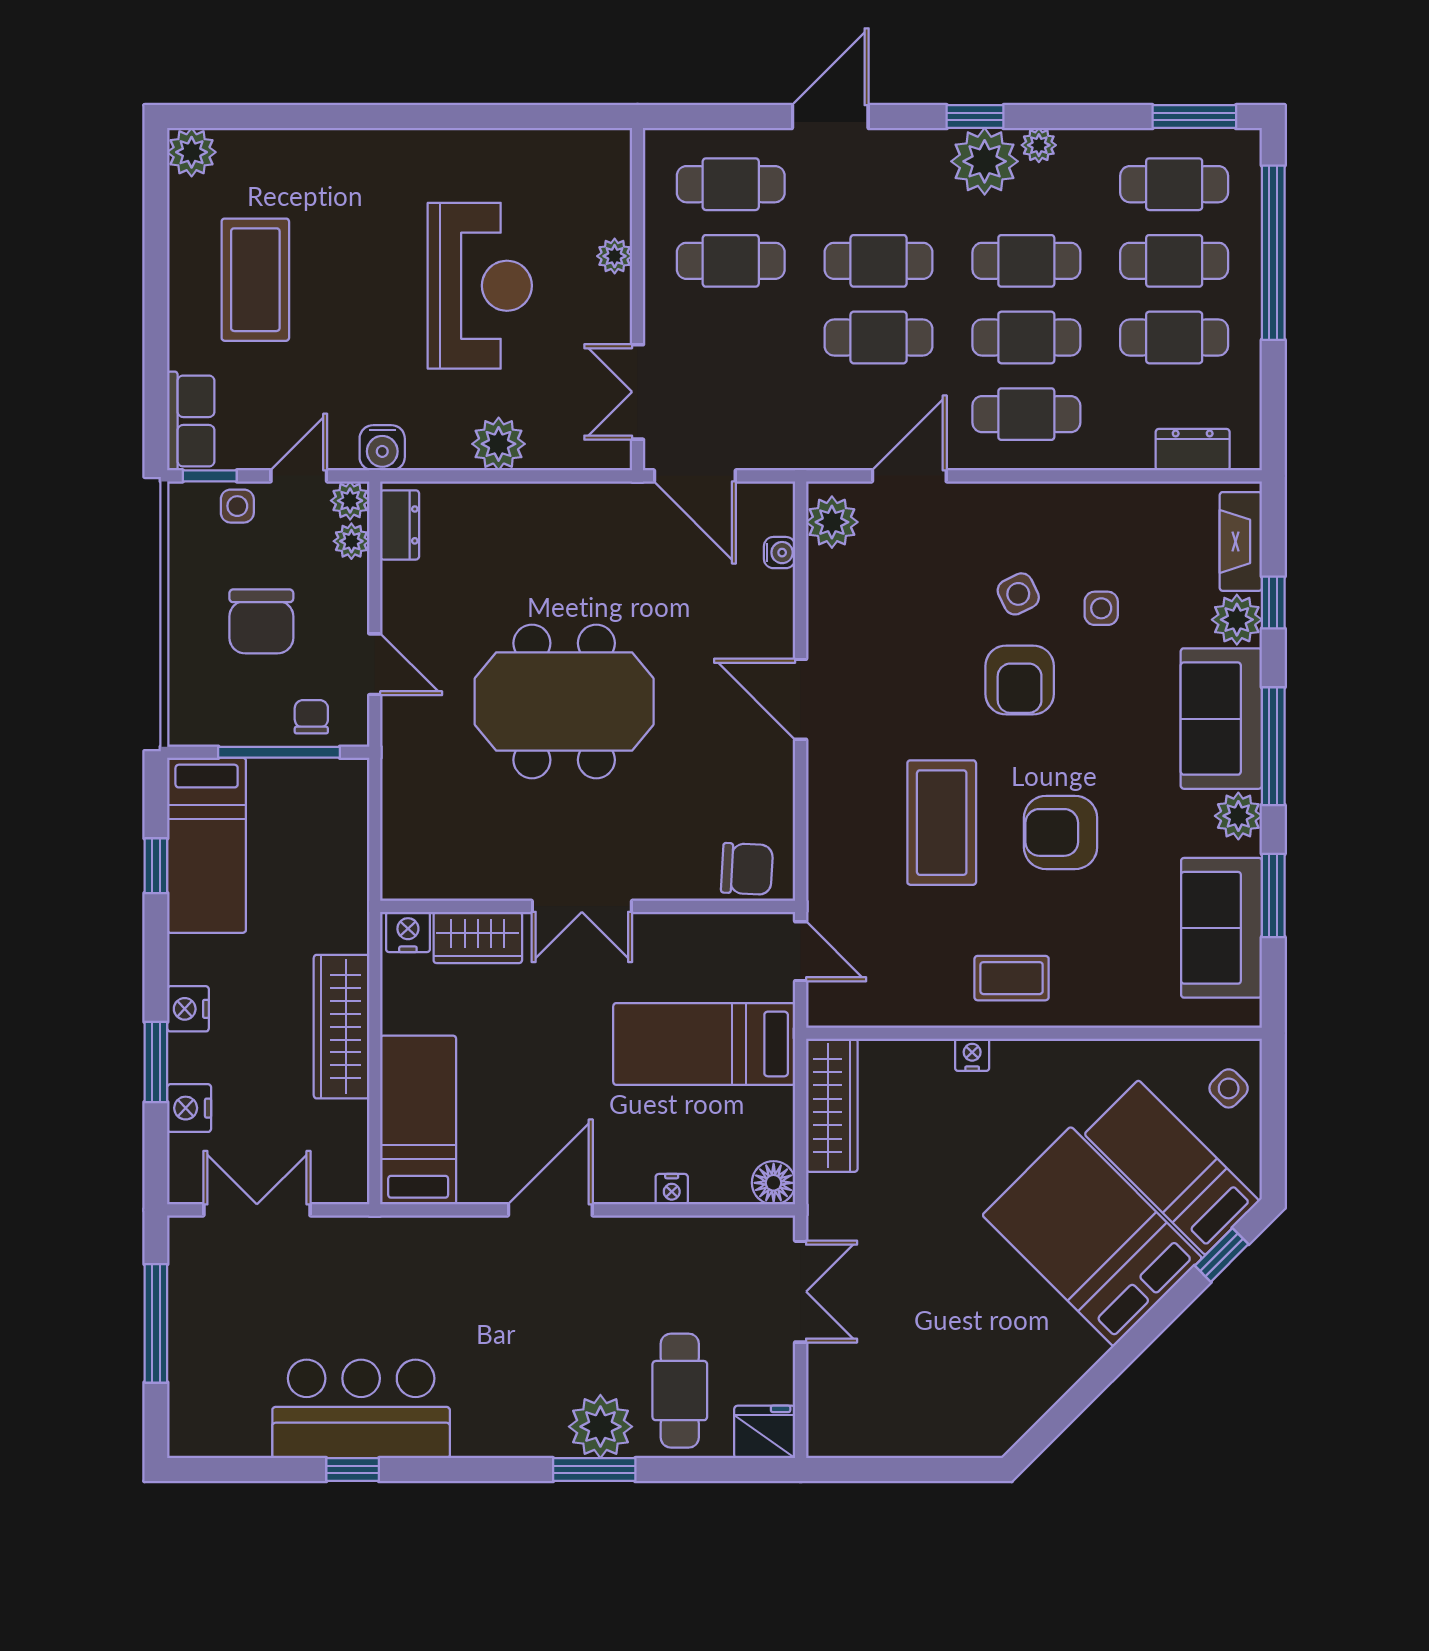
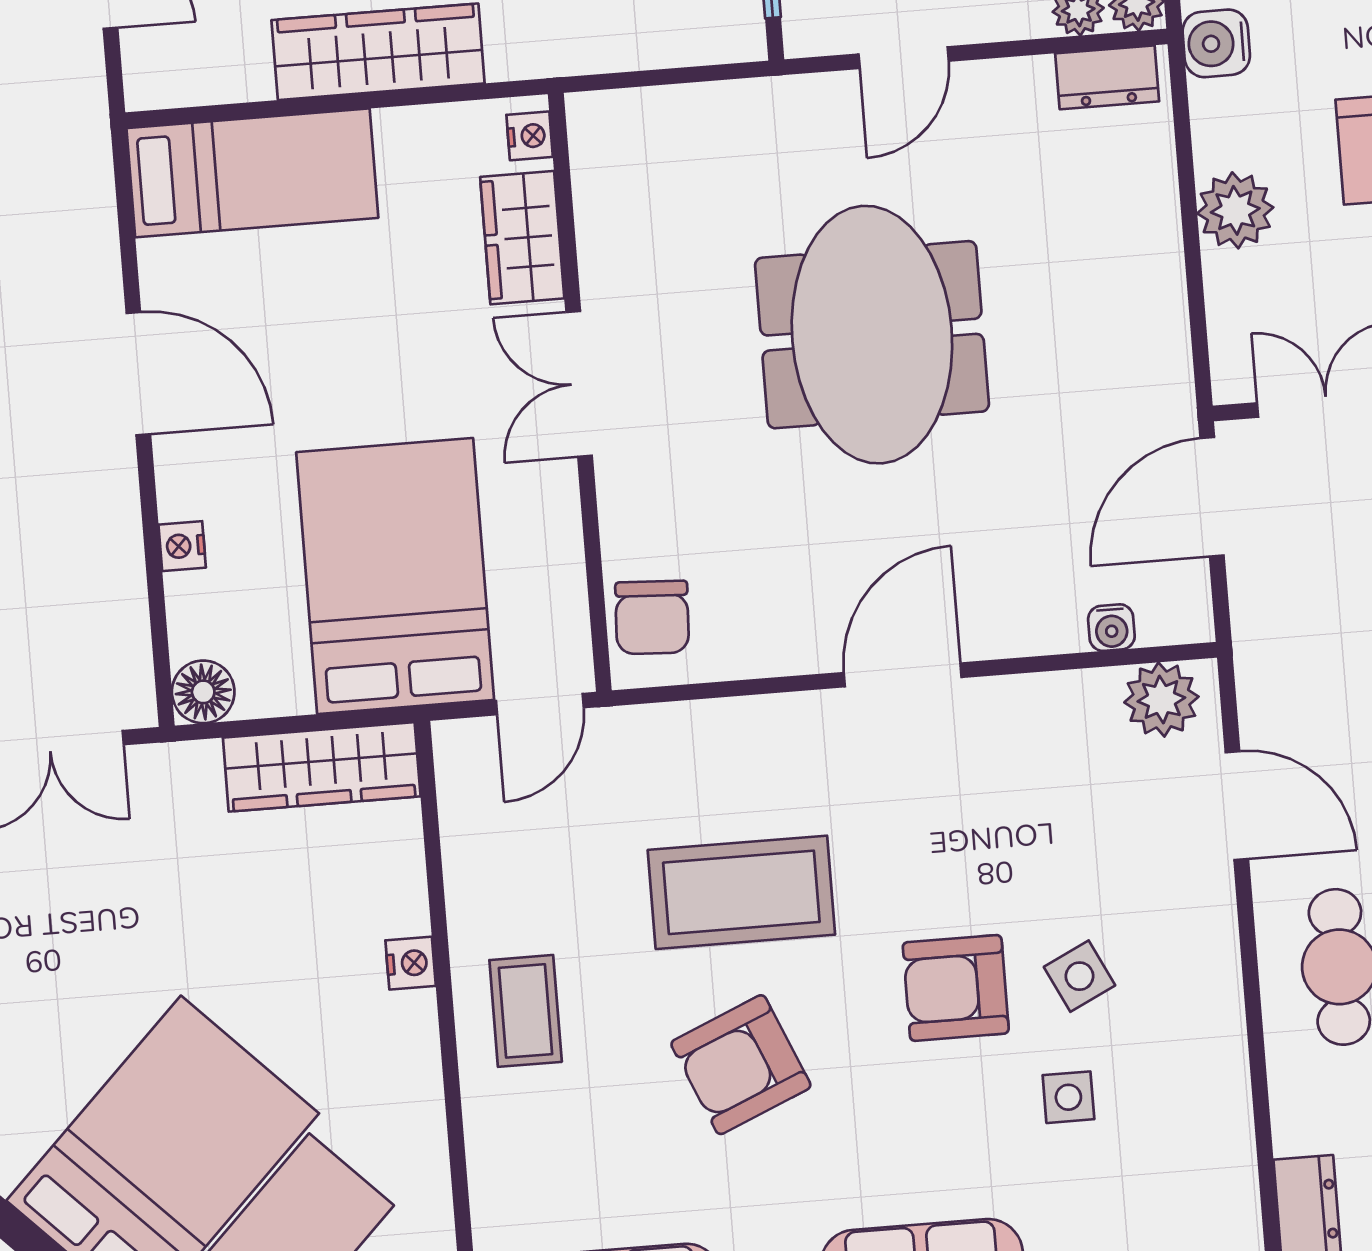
armchair: (1061, 832) -> (741, 1065), turned -113
nightstand: (408, 932) -> (530, 136), width x0.72, depth x0.74
bed: (704, 1044) -> (395, 576), width x1.50

